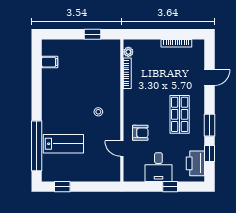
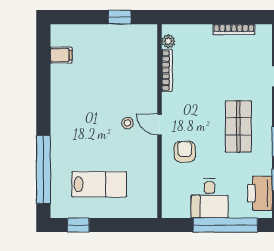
armchair: (140, 133) -> (185, 152), turned -90
lab bench: (63, 144) -> (99, 184), moved
door: (122, 149) -> (159, 124), moved
window: (170, 187) -> (225, 225), width x3.17

